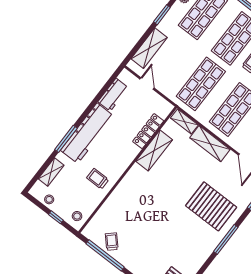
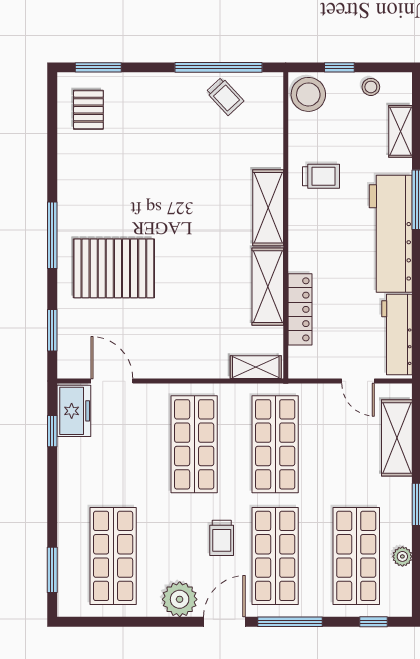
workbench: (113, 95) -> (397, 335), width x1.38
shelving: (210, 144) -> (268, 208), moved, turned 90
stool: (77, 216) -> (308, 94), width x1.89, depth x1.89

